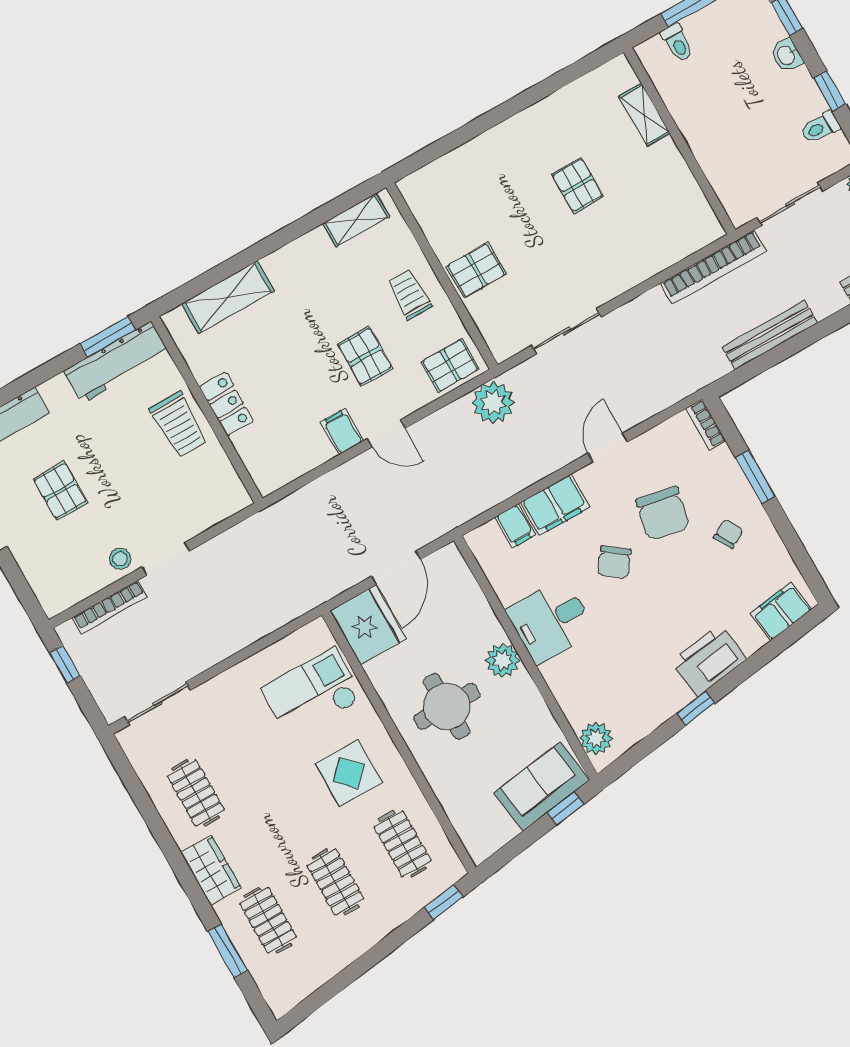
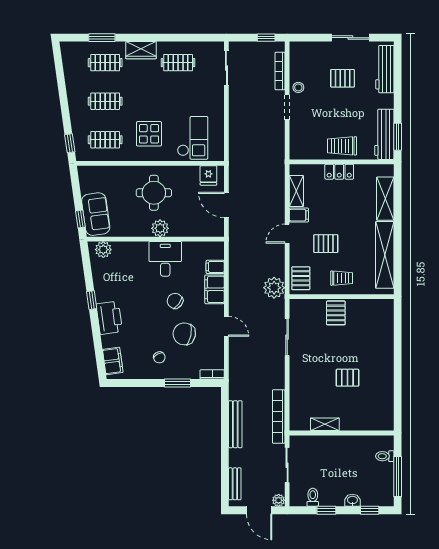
shelving: (645, 115) -> (325, 424), moved
shelving: (356, 220) -> (385, 255), width x2.20, depth x1.33
shelving: (303, 460) -> (296, 191), added
fridge: (368, 625) -> (208, 175), width x0.53, depth x0.75

